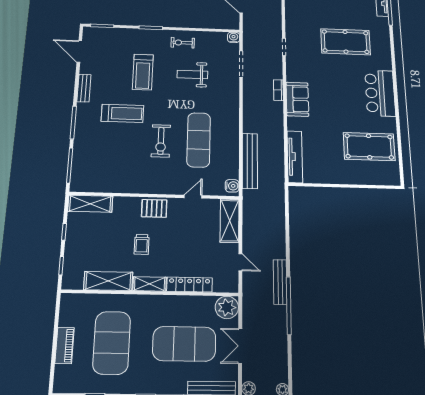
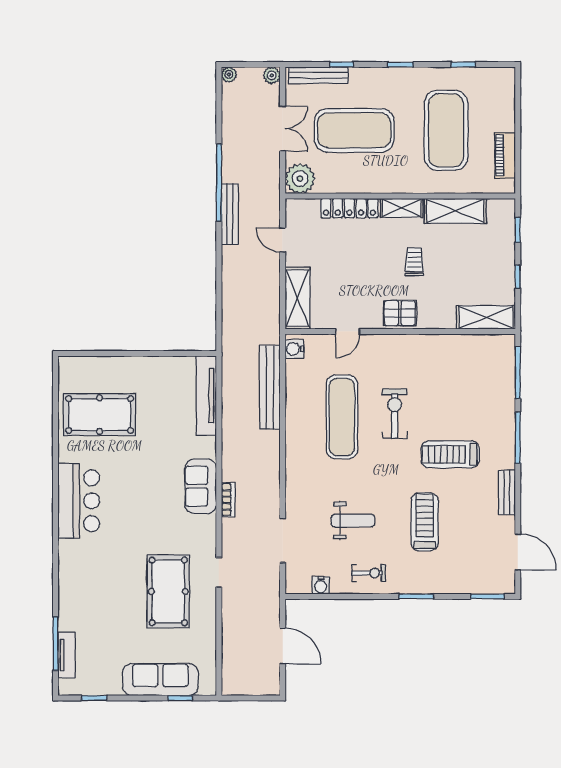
water cooler: (234, 37) -> (321, 585), moved
pool table: (346, 42) -> (168, 591), moved, turned 90
piano: (65, 345) -> (505, 155), moved

